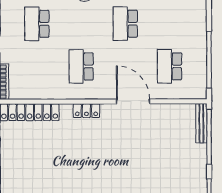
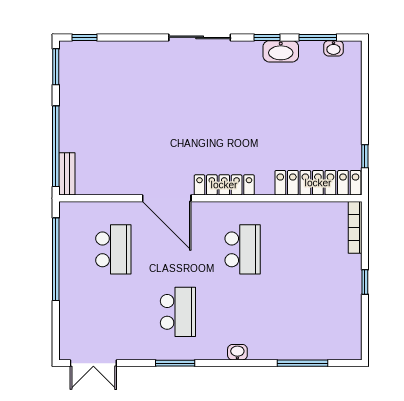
school desk: (37, 24) -> (307, 312), removed
locker: (86, 111) -> (224, 185), width x1.53
bench: (201, 123) -> (67, 174), width x0.73

